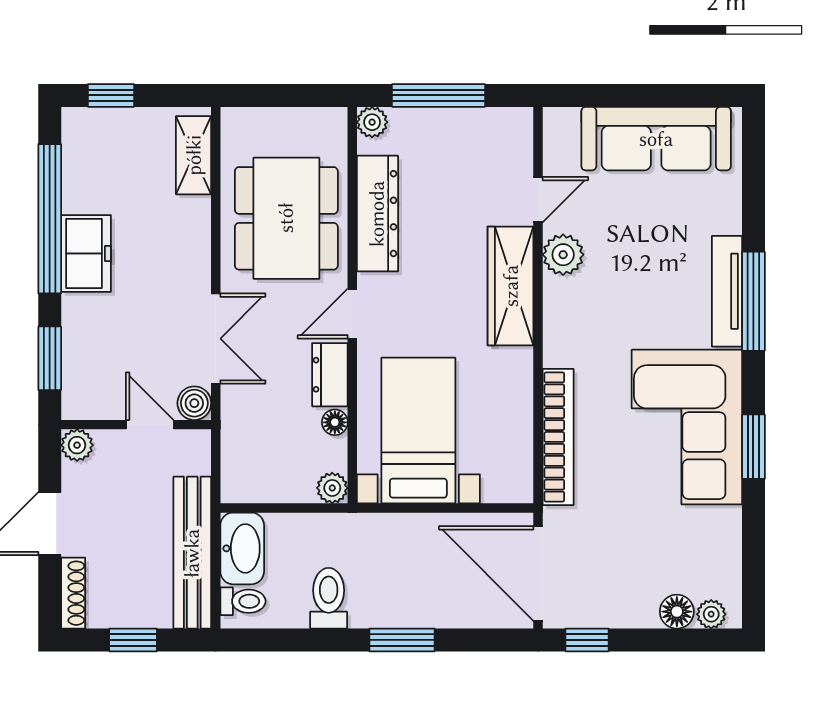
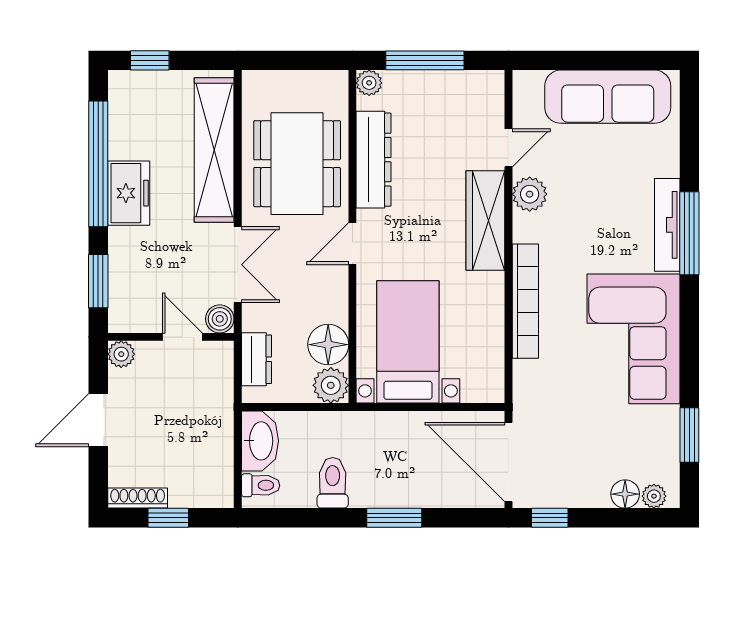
shelving: (194, 155) -> (214, 150), width x2.20, depth x1.33
dresser: (330, 375) -> (257, 359), moved, turned 180
floor lamp: (335, 422) -> (328, 345), width x1.89, depth x1.89
bookcase: (558, 437) -> (525, 301), moved
window: (753, 447) -> (689, 435), moved
plant: (332, 488) -> (331, 385), width x1.38, depth x1.38
bench: (192, 553) -> (218, 444), removed
shoe rack: (73, 593) -> (138, 498), moved, turned -90

